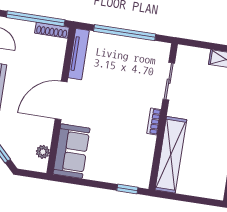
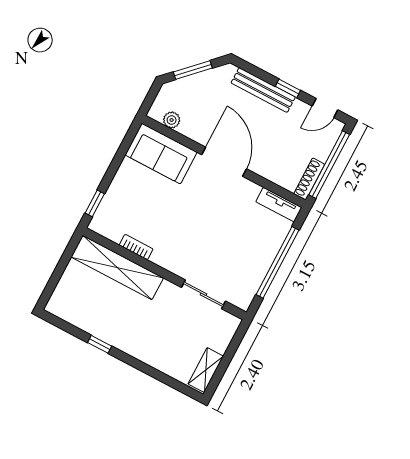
tv unit: (79, 54) -> (279, 205), width x0.71
bookcase: (154, 121) -> (136, 247), moved

